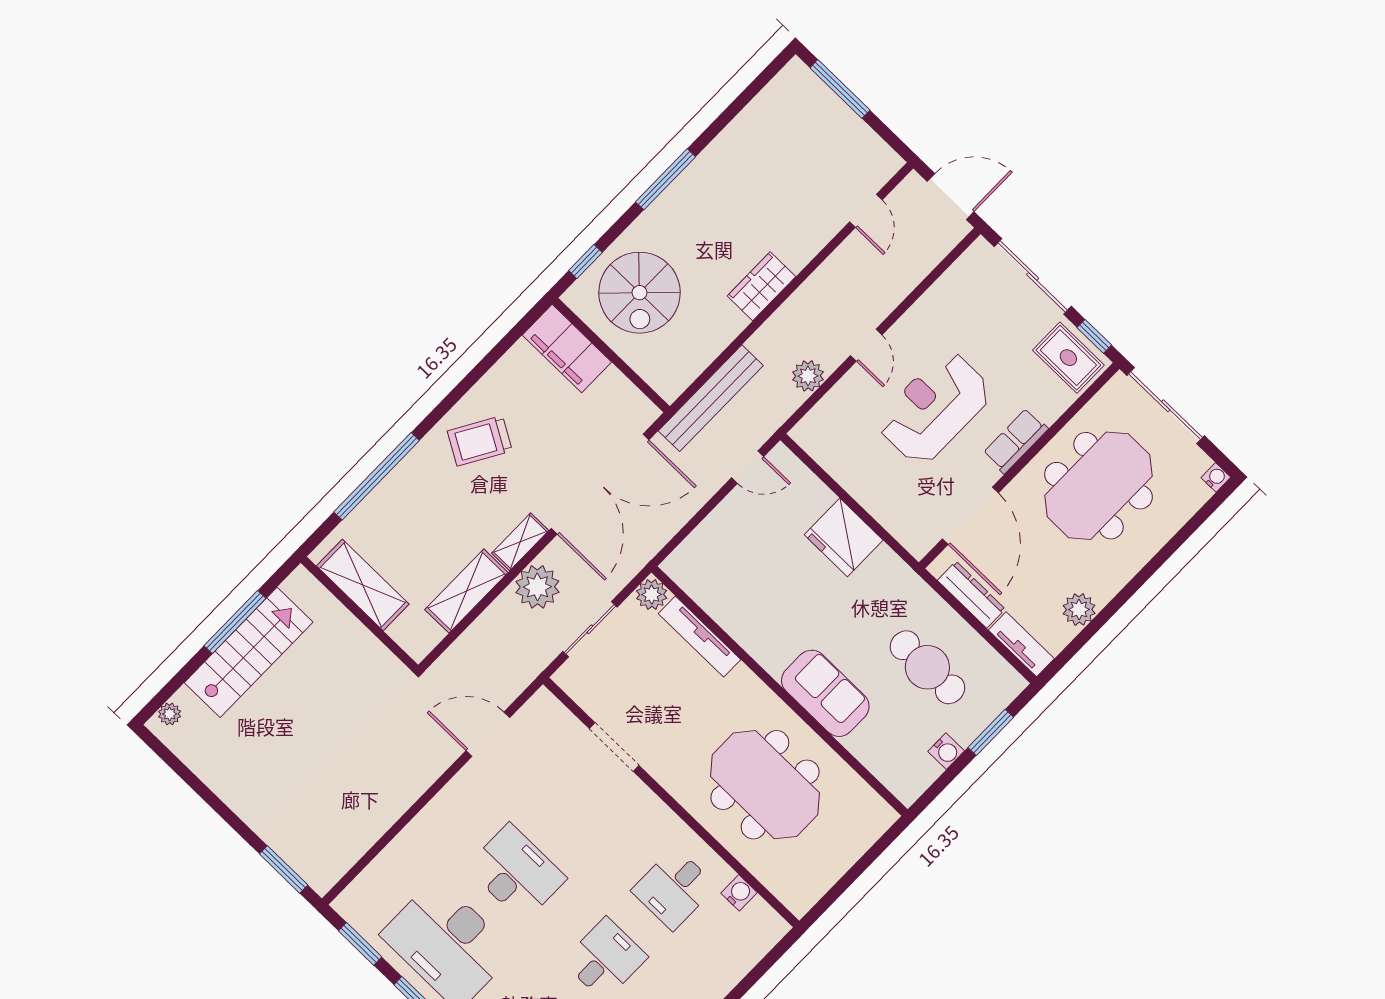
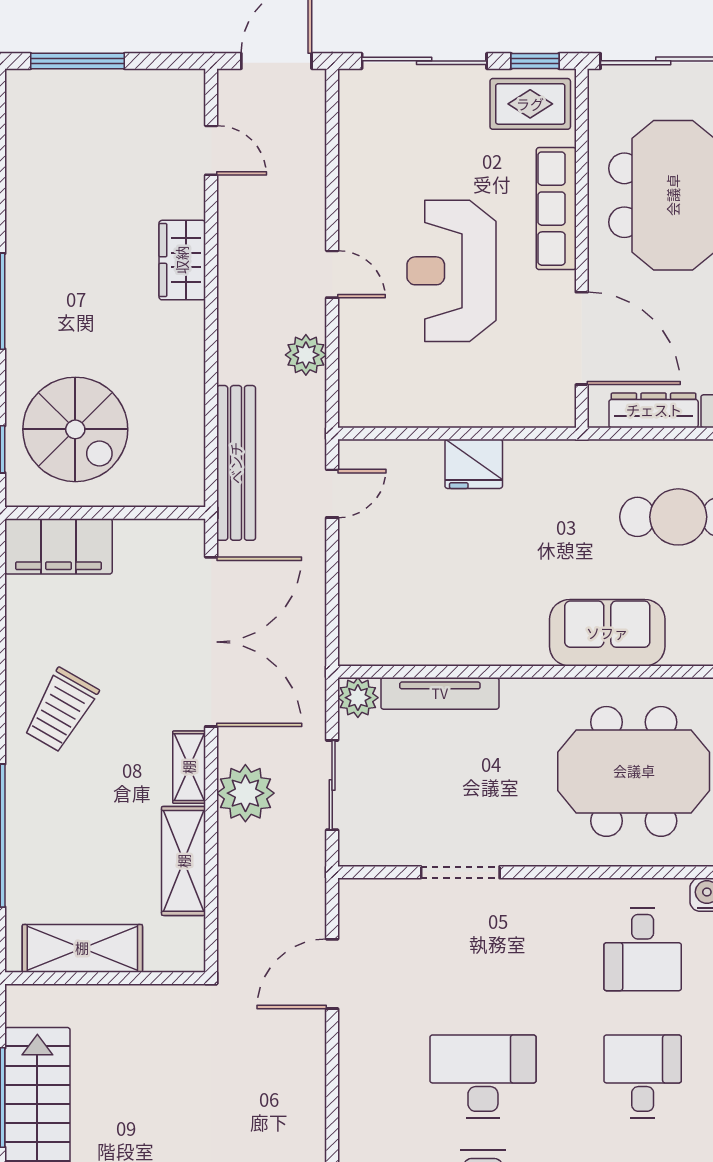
wardrobe: (761, 286) -> (182, 260), moved
row of seats: (1016, 441) -> (556, 209), width x1.48
fridge: (844, 537) -> (474, 464), width x0.73, depth x0.75

